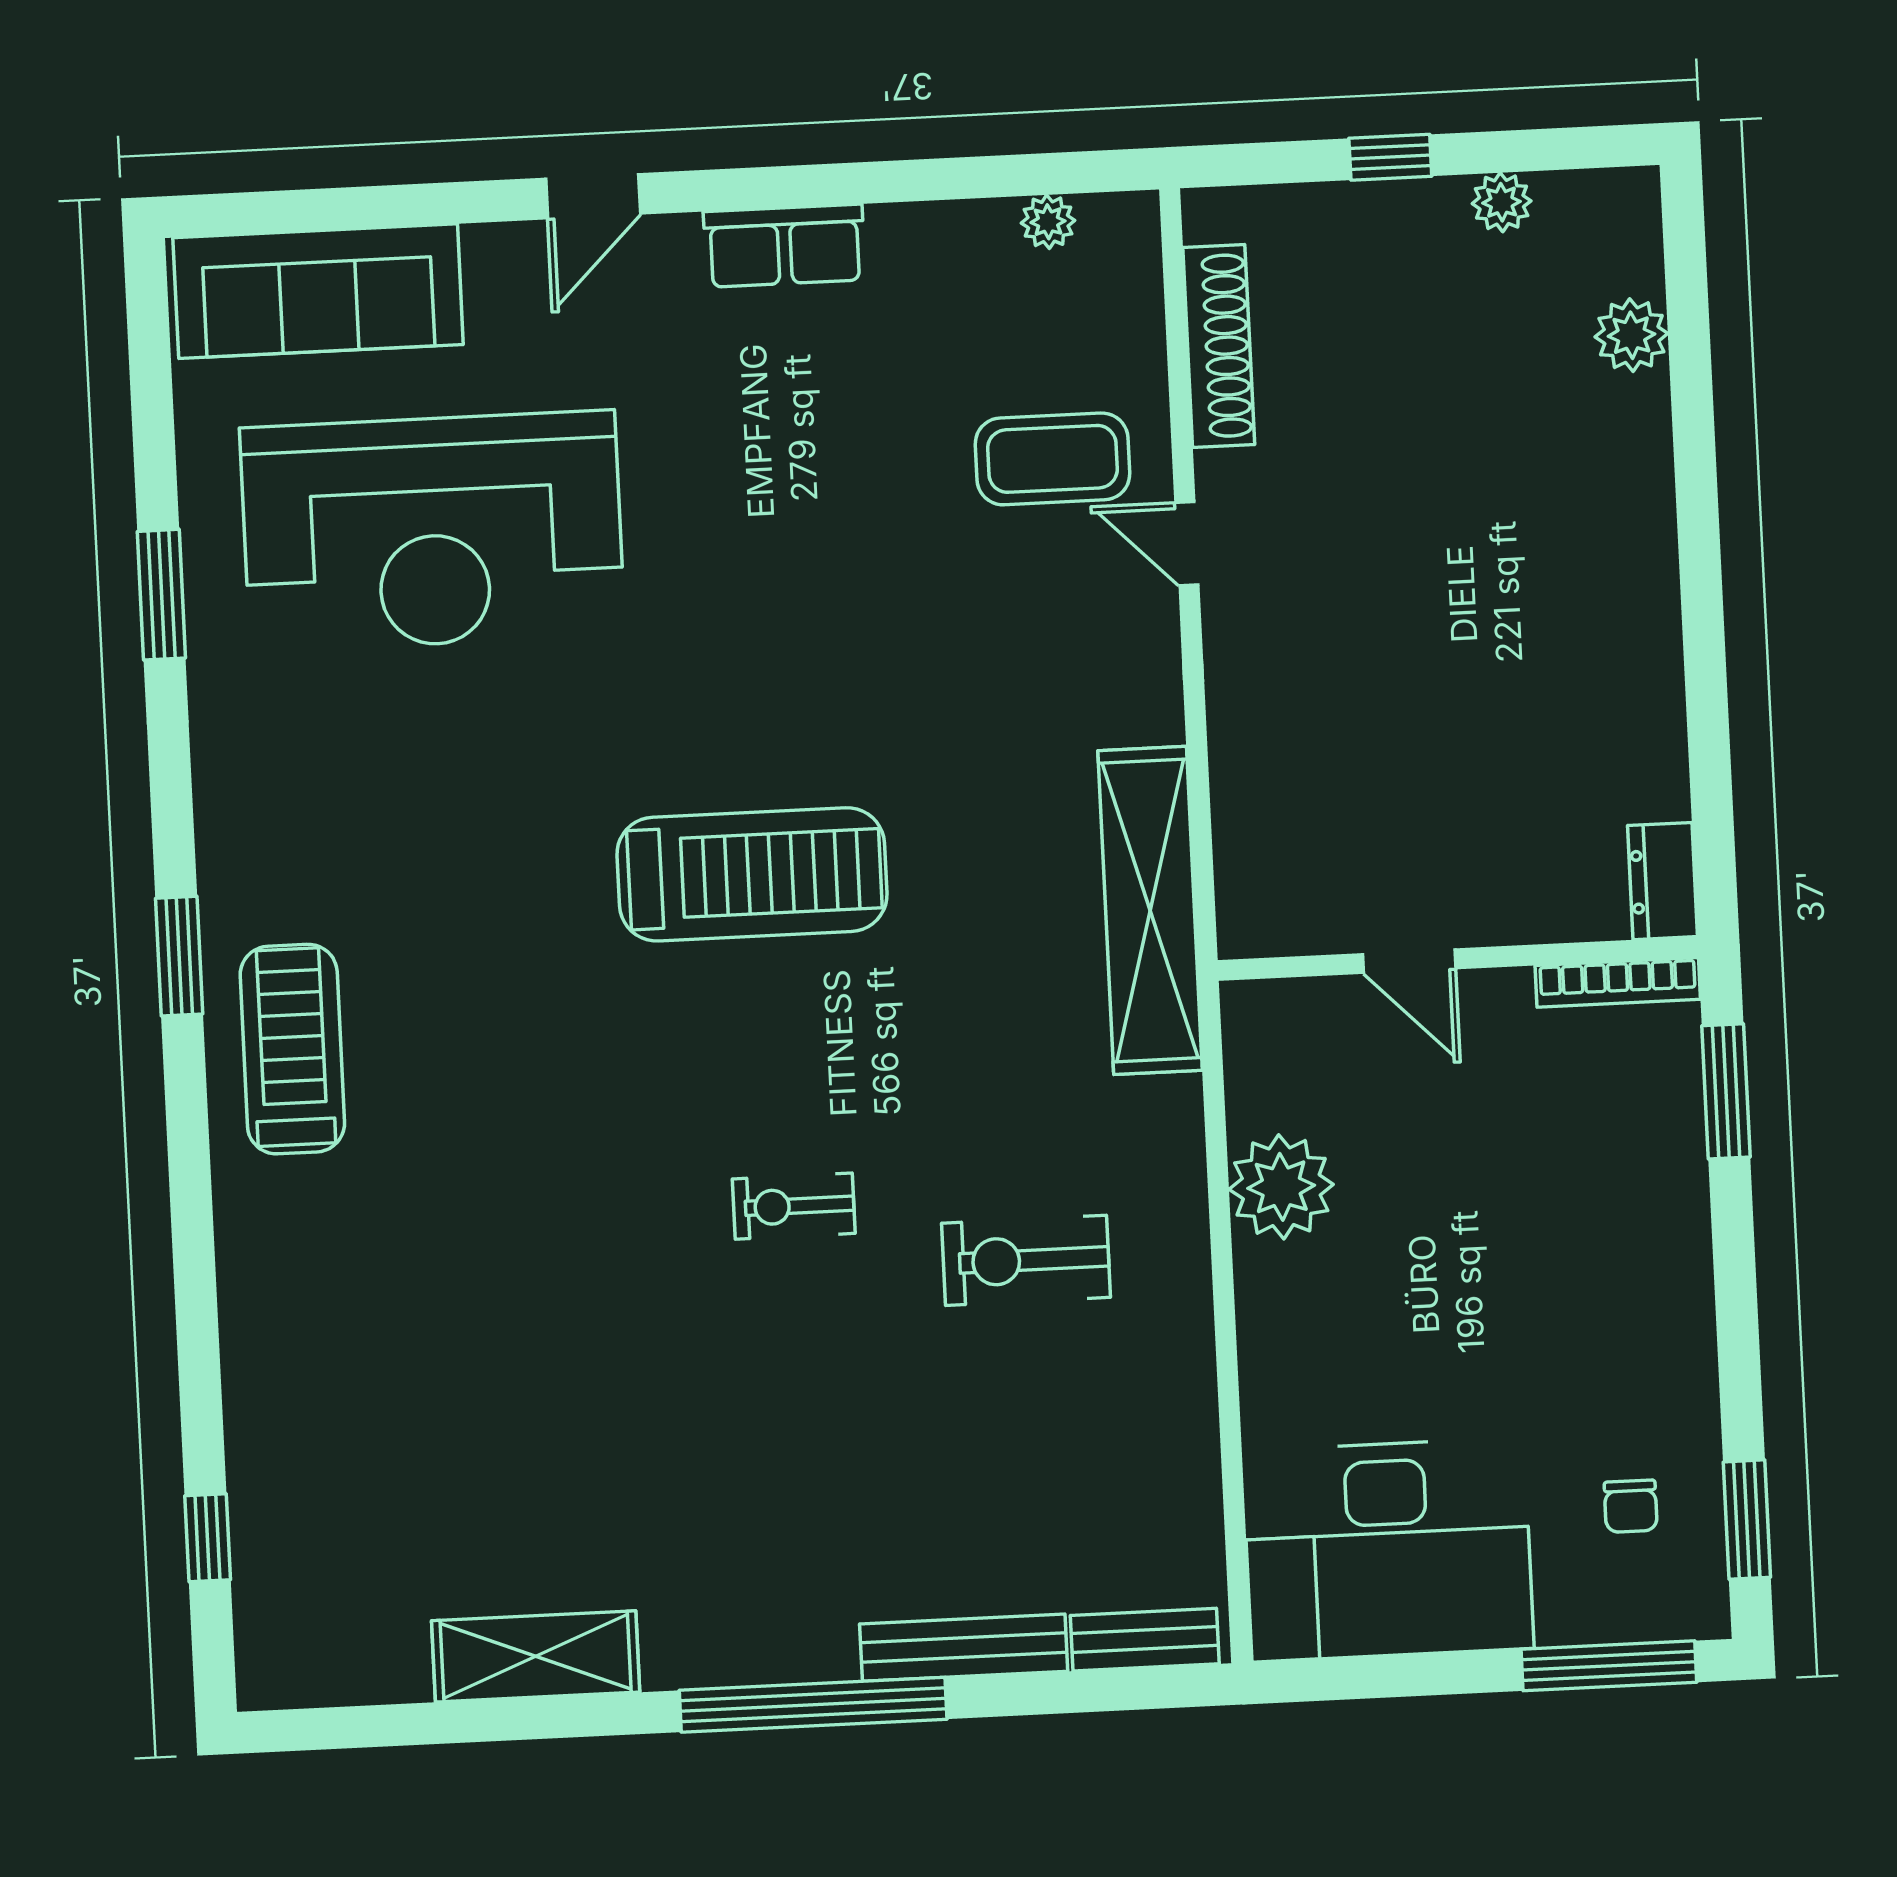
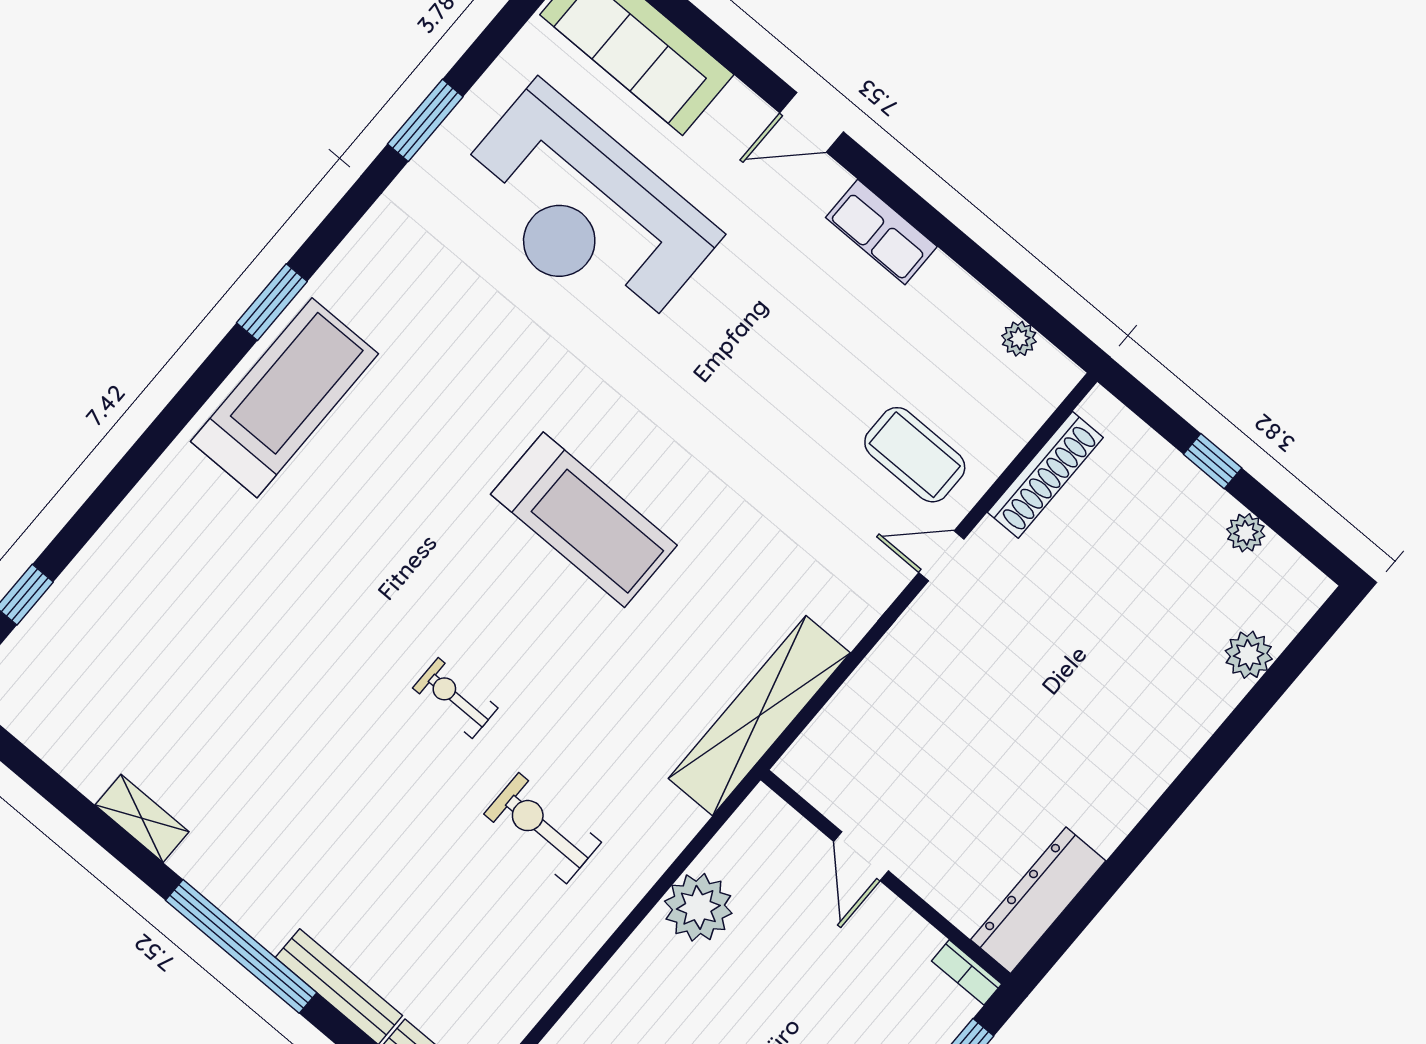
door: (1187, 544) -> (941, 556), hinge flipped
dresser: (1662, 881) -> (1038, 900), width x1.96, depth x1.24
bookcase: (1618, 982) -> (967, 972), width x0.64
treadmill: (292, 1049) -> (285, 398), width x1.37, depth x1.38
shelving: (536, 1656) -> (142, 818), width x0.67, depth x0.75

